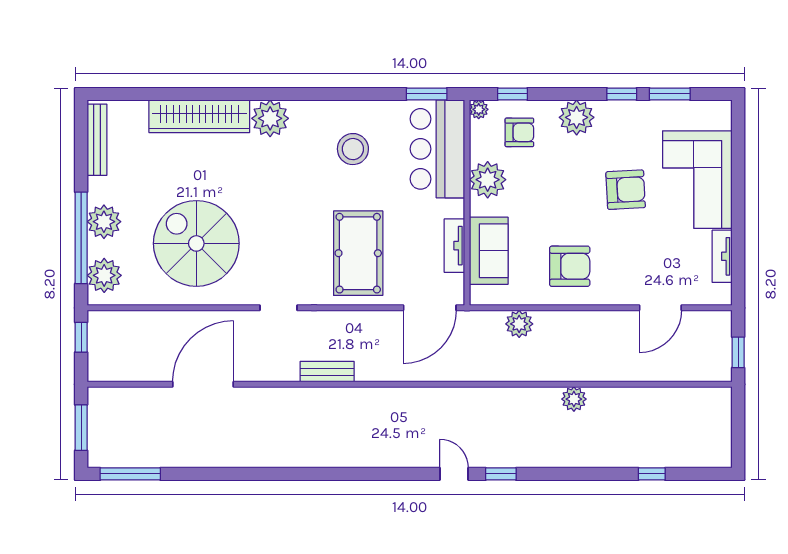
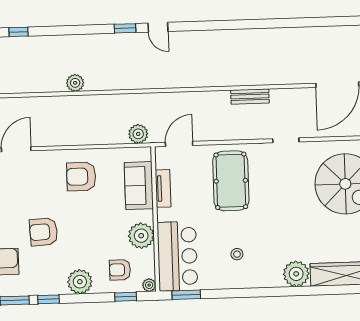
stool: (353, 149) -> (237, 254), width x0.53, depth x0.53
door: (430, 308) -> (179, 144), width x0.73
plant: (519, 324) -> (138, 134), moved

